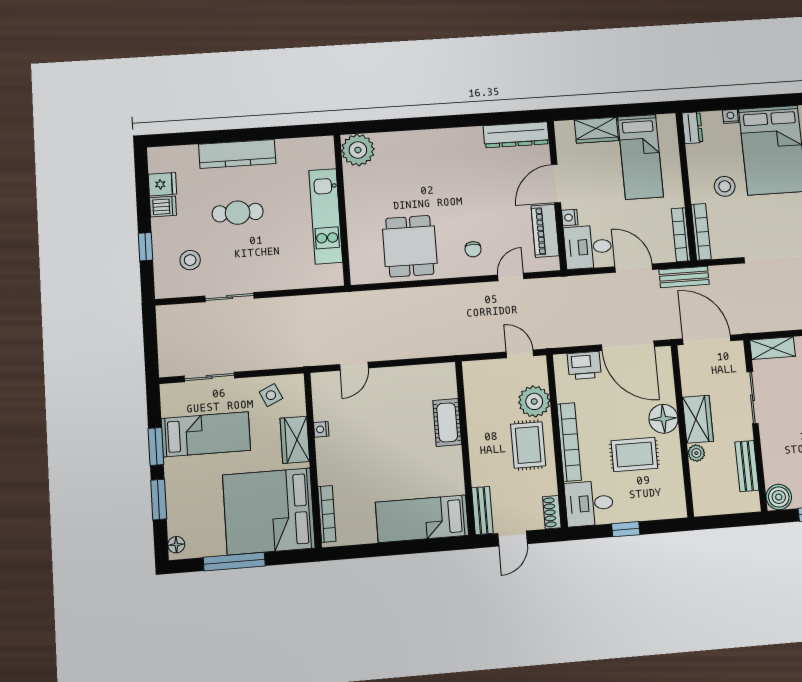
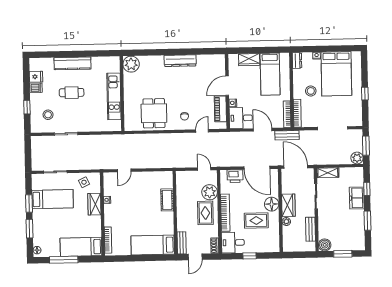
dresser: (516, 135) -> (180, 61), moved
bed: (269, 511) -> (81, 247), width x0.49

